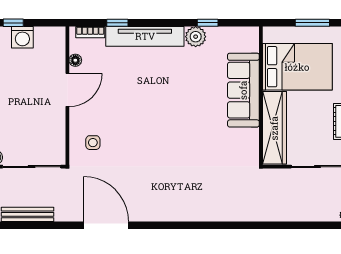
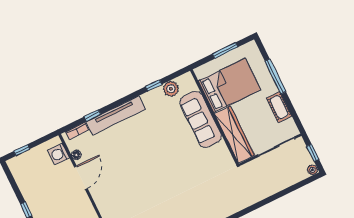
washing machine: (22, 37) -> (59, 154), moved, turned 90
plant: (196, 37) -> (171, 89), moved
side table: (93, 143) -> (116, 205), removed

